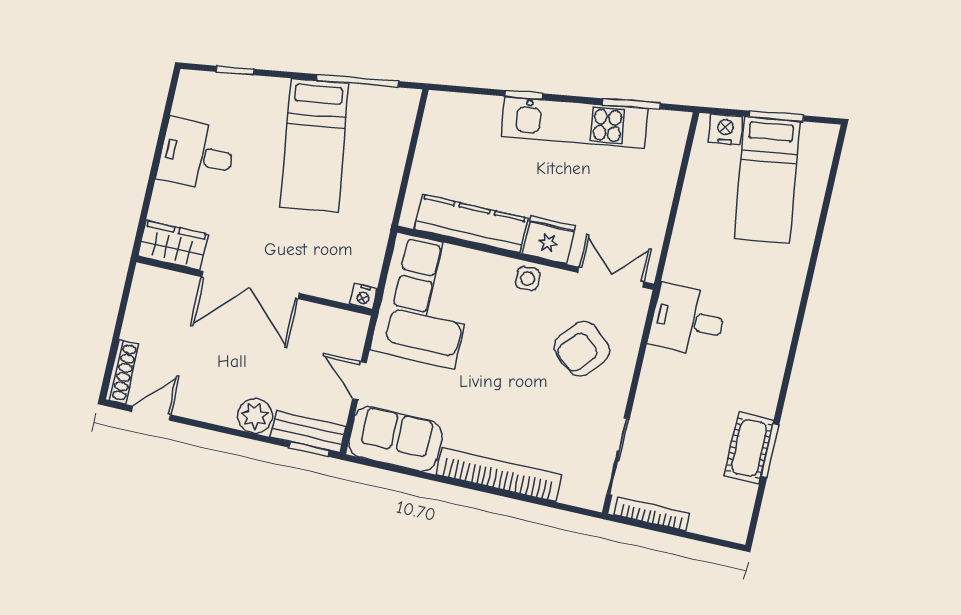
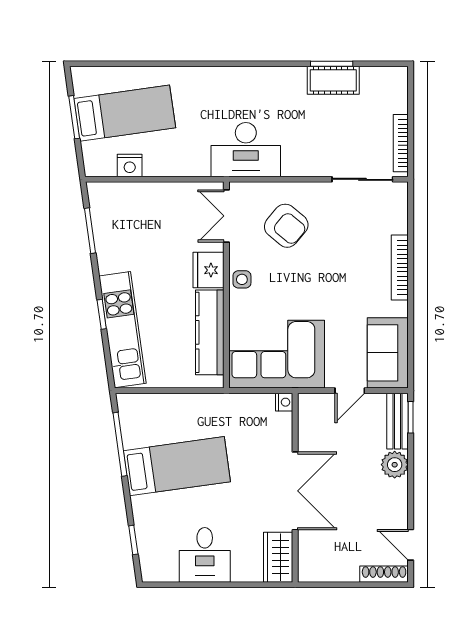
kitchen unit: (574, 123) -> (122, 330), moved
nightstand: (725, 129) -> (130, 165), moved, turned -82
desk: (688, 320) -> (246, 150), width x1.37
bookcase: (499, 475) -> (400, 267), width x0.68, depth x0.76

